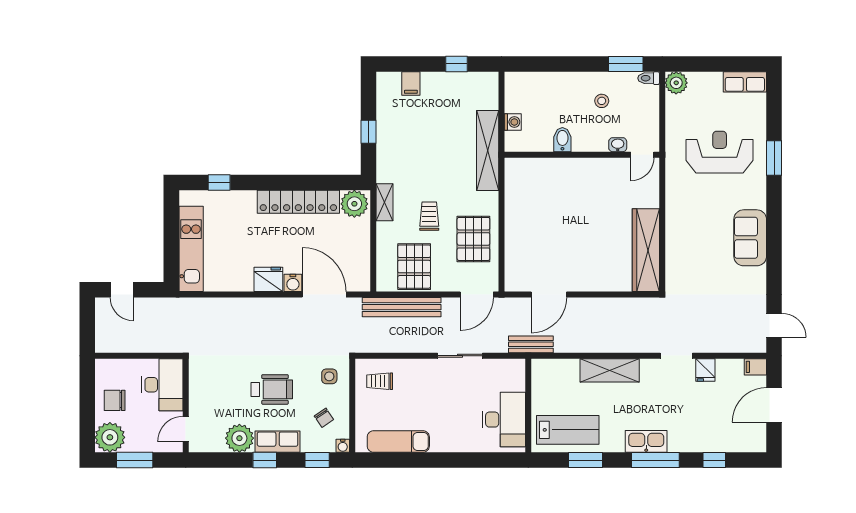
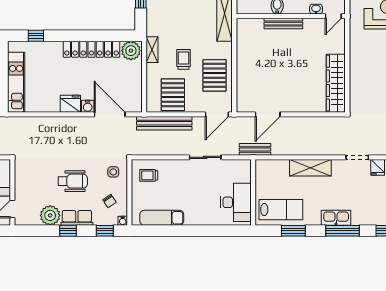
bench: (571, 165) -> (283, 24), added

